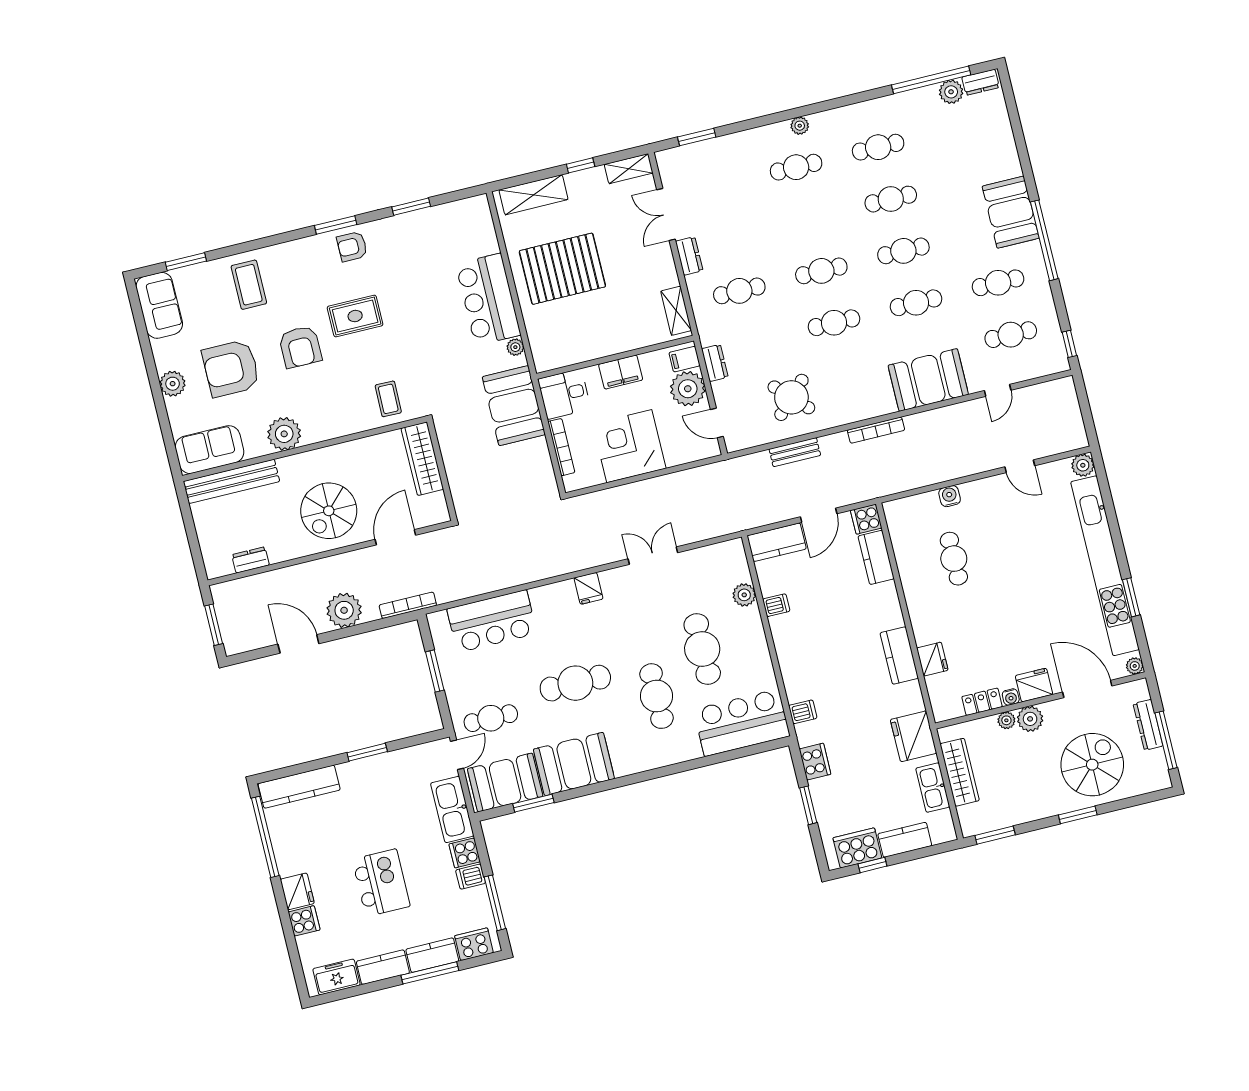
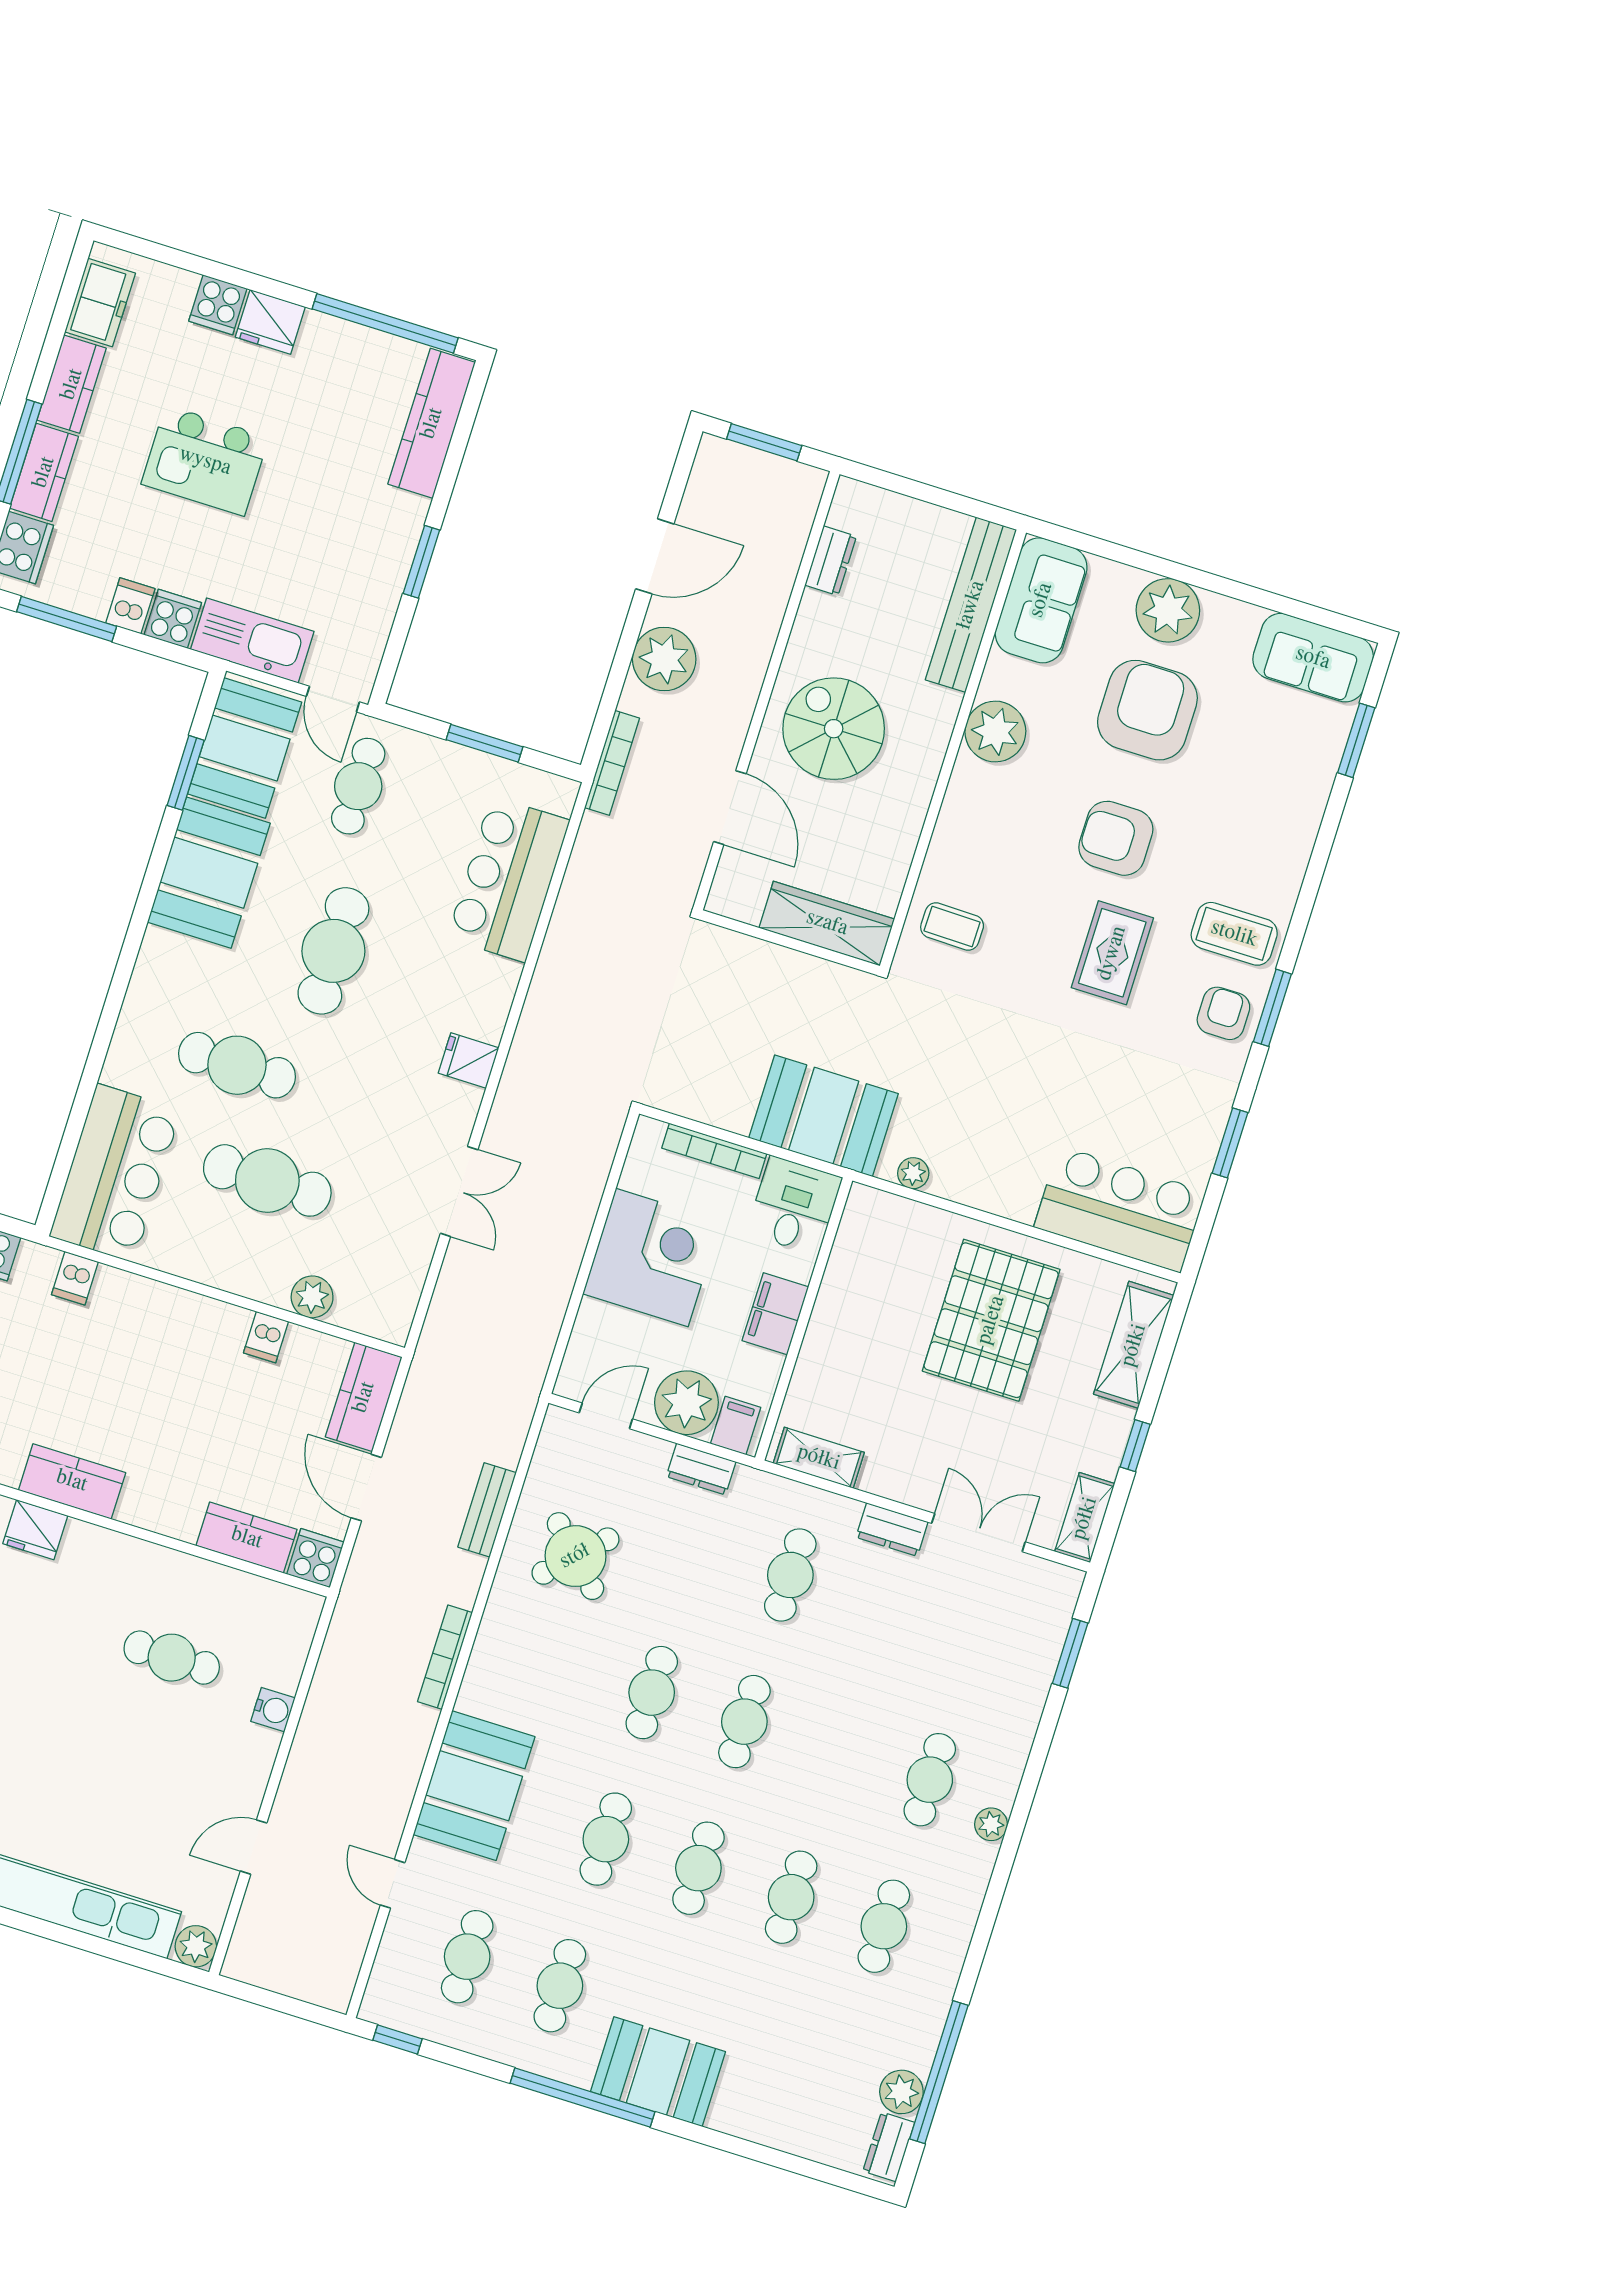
coffee table: (249, 285) -> (1234, 934), moved
bar counter: (488, 299) -> (1120, 1209), moved
plant: (173, 384) -> (1168, 610), width x1.36, depth x1.36

